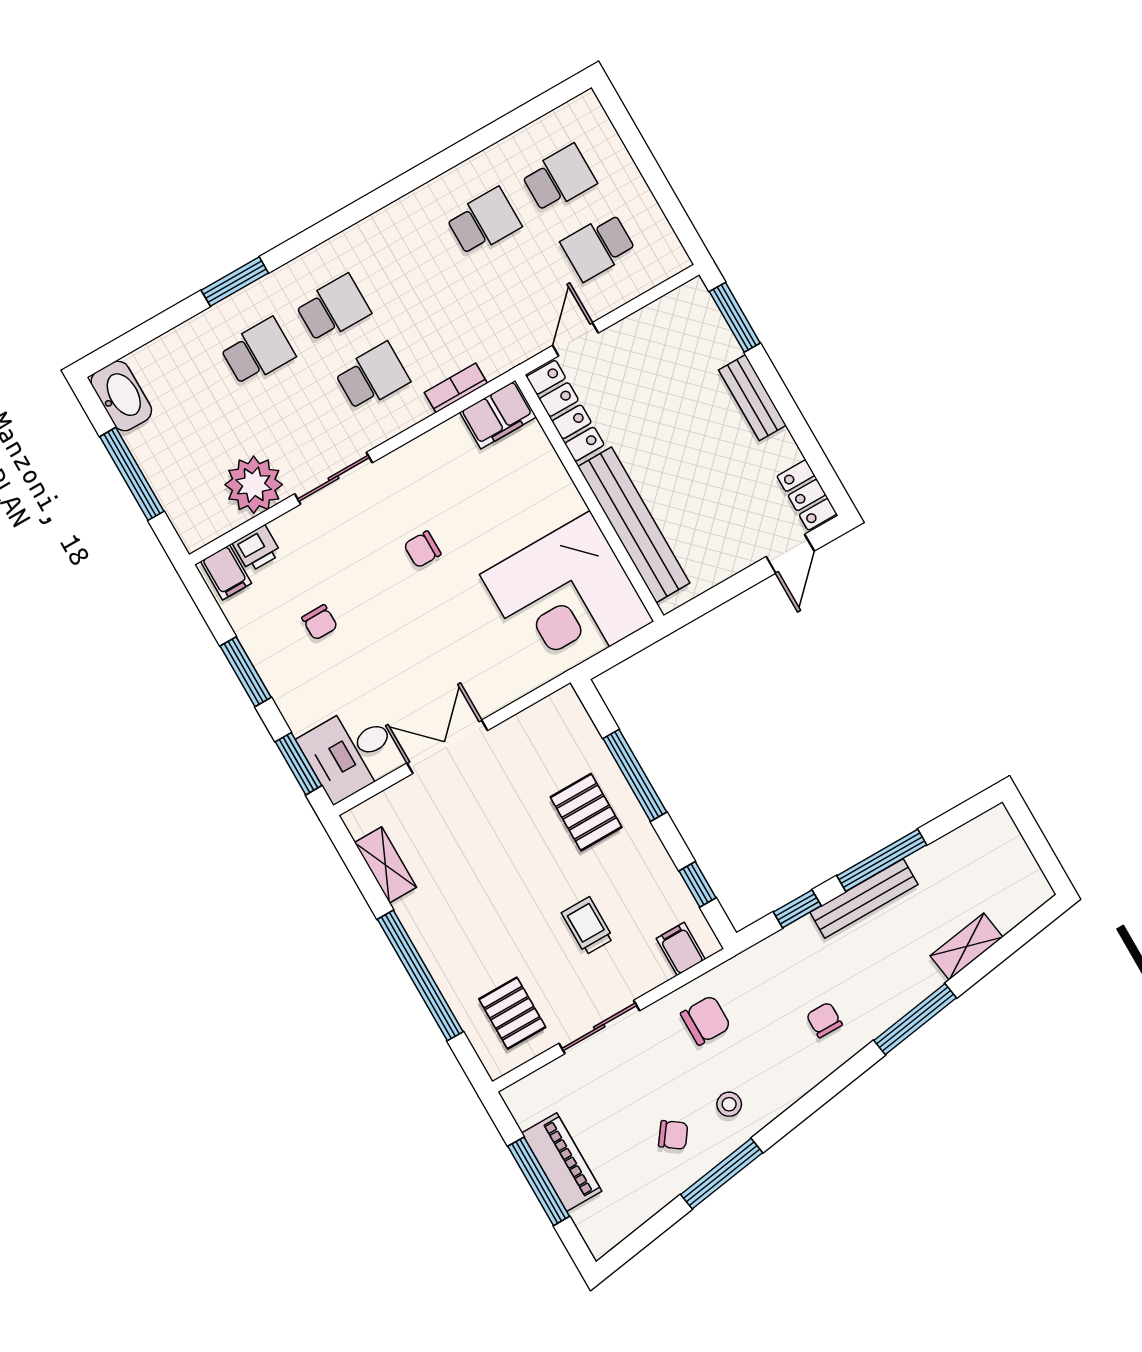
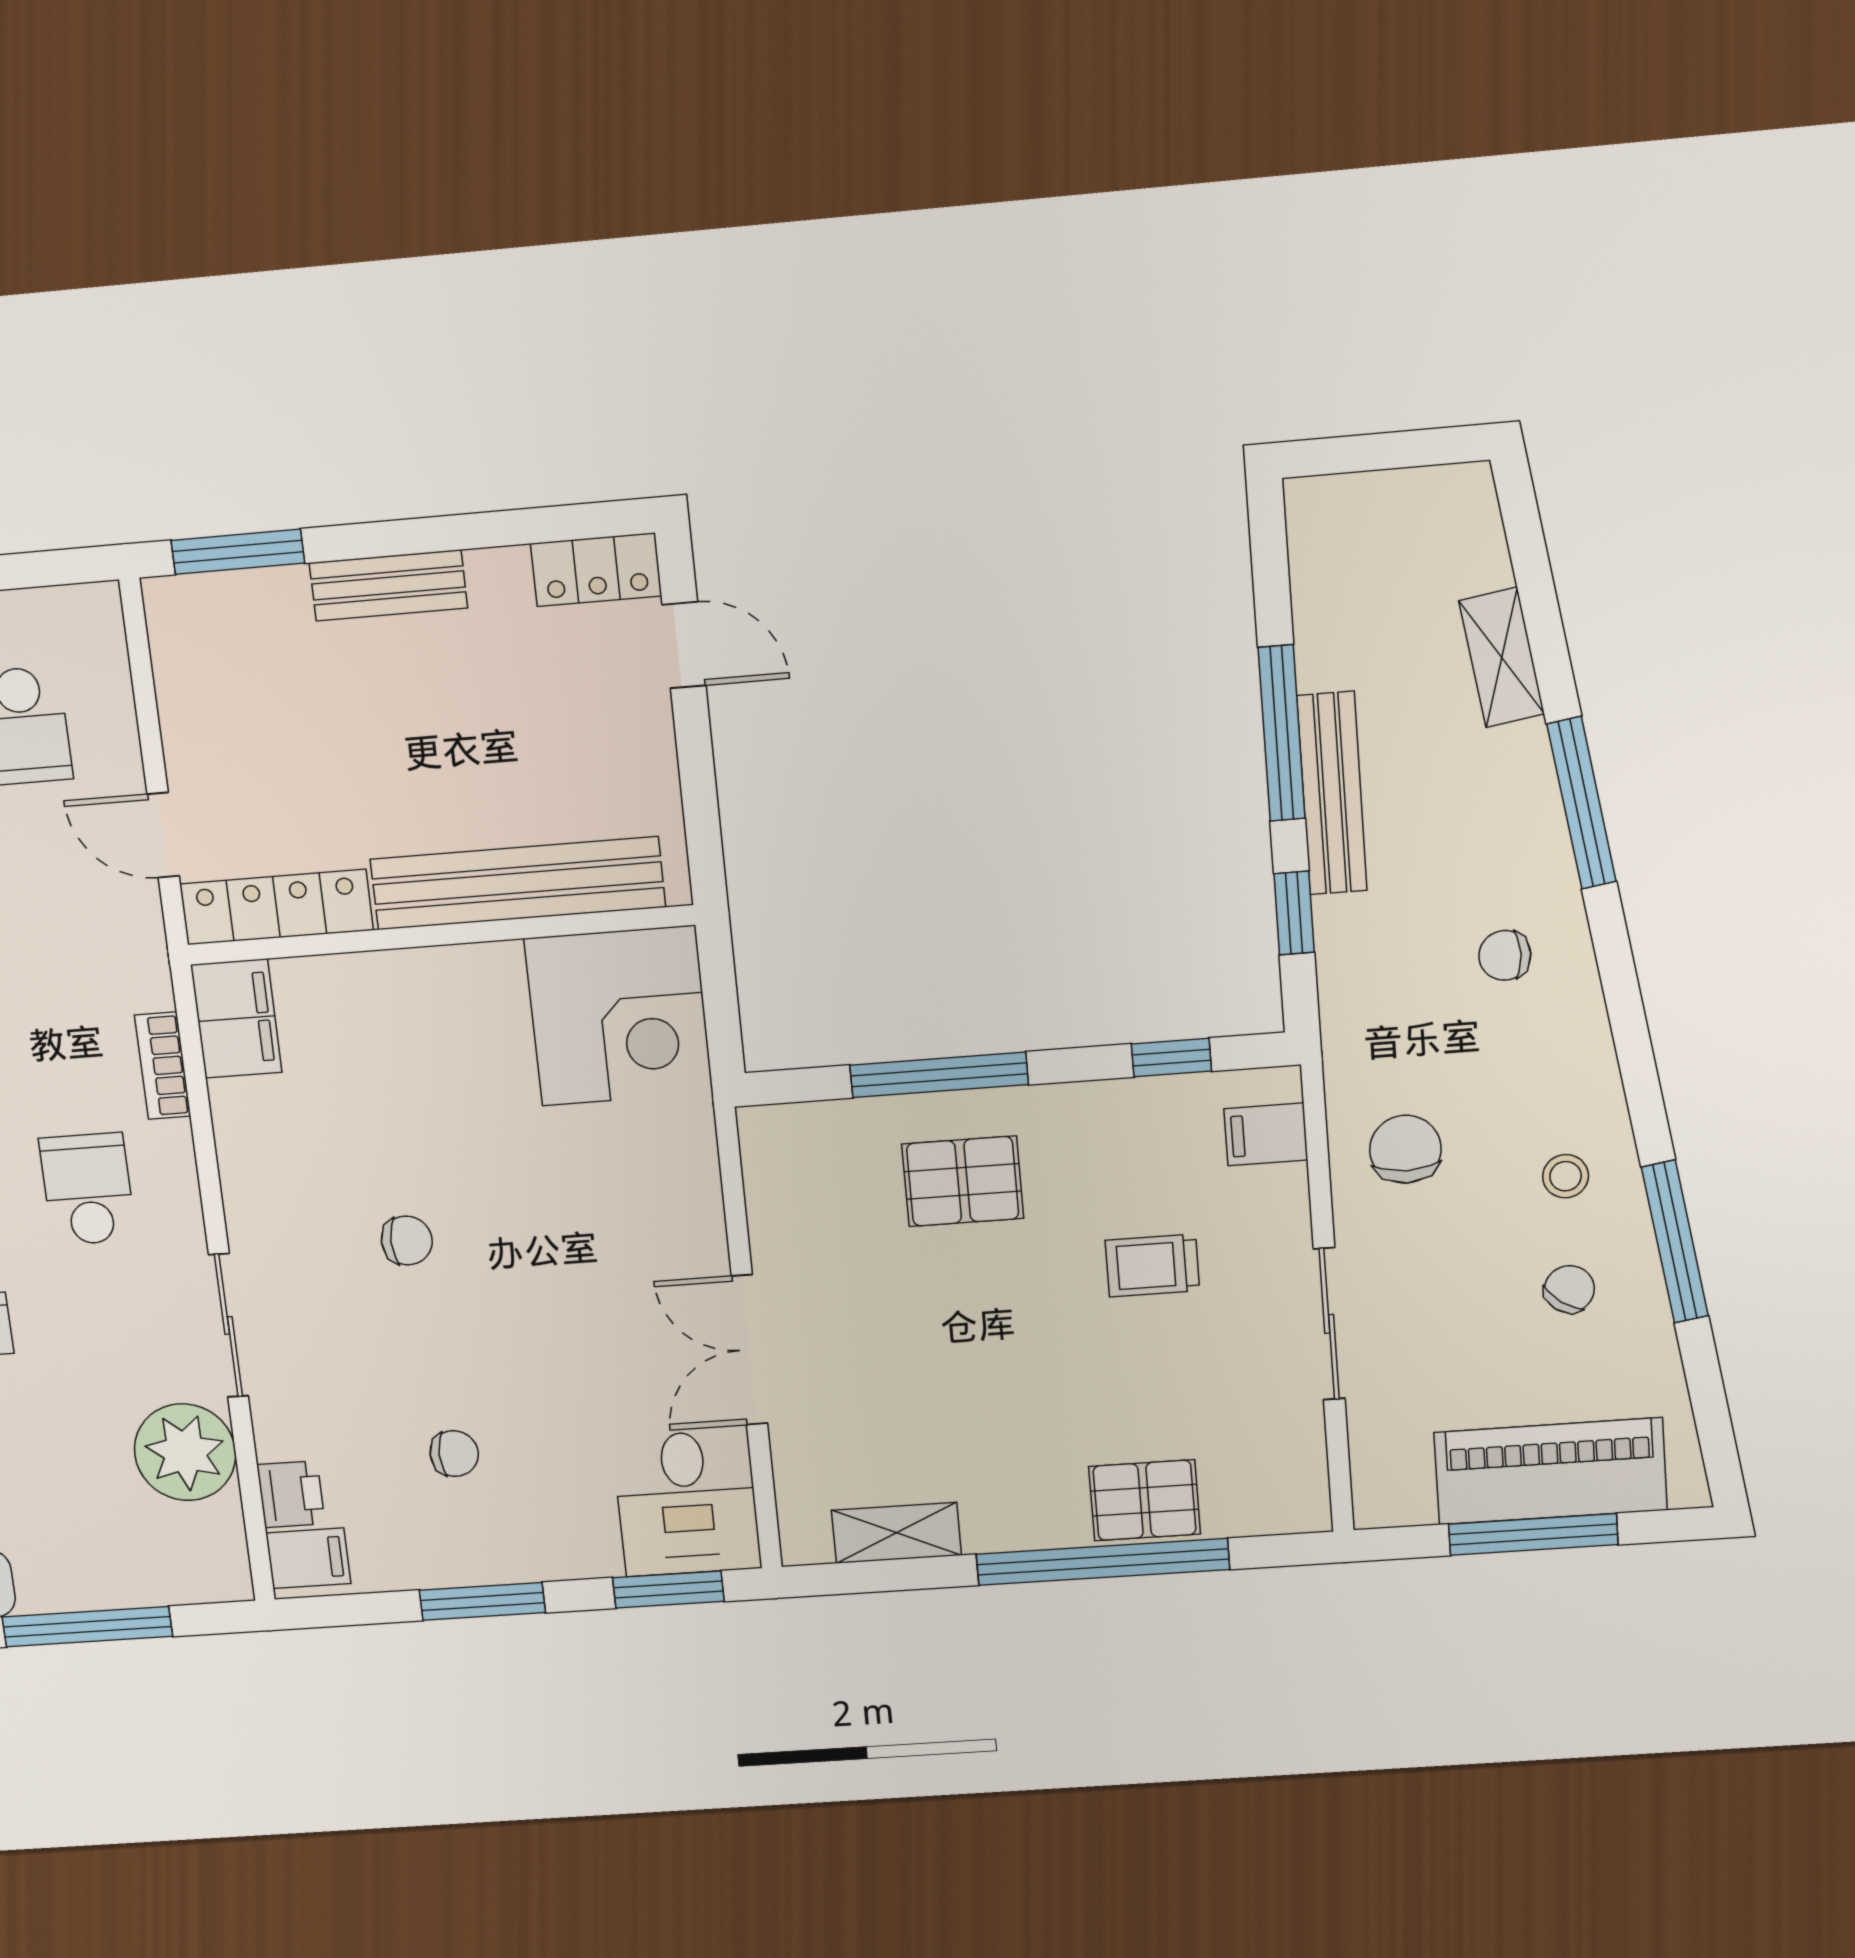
chair: (422, 549) -> (407, 1240), turned -90
corner desk: (567, 598) -> (619, 1016), width x0.74, depth x0.74
pallet: (512, 1013) -> (1145, 1500), moved
piano: (562, 1162) -> (1551, 1471), width x1.37, depth x1.33

